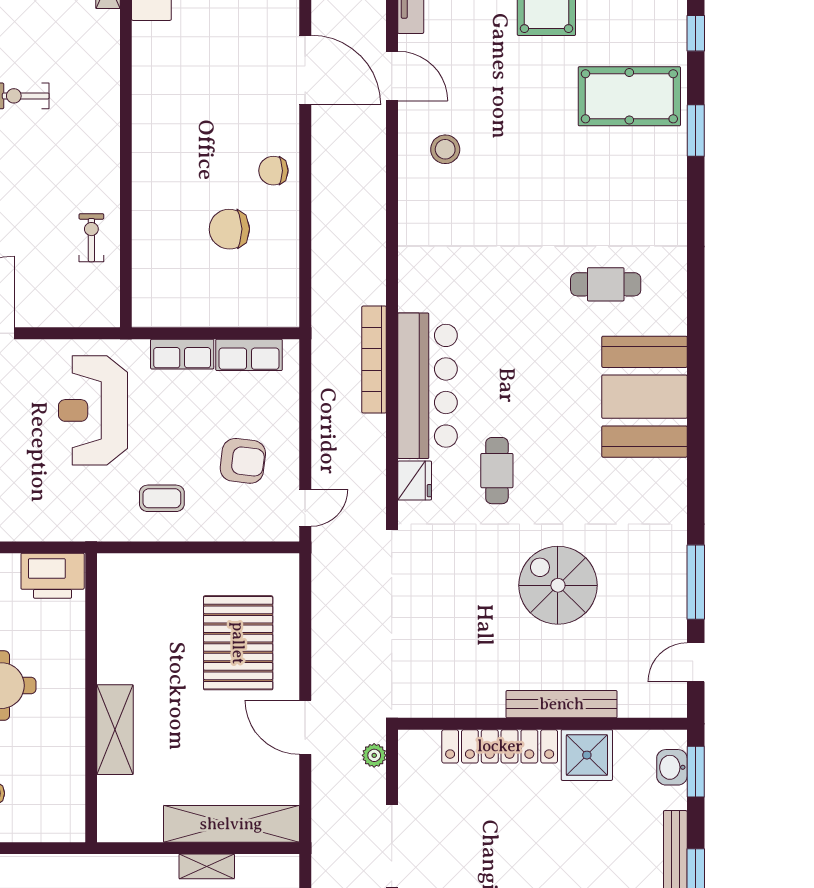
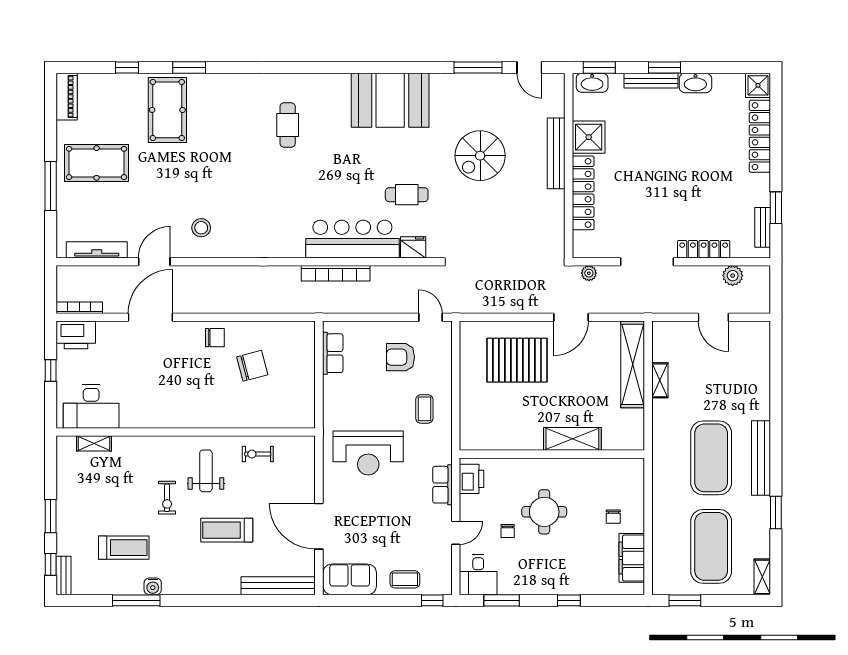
weight bench: (65, 157) -> (206, 471), added
chair: (273, 171) -> (215, 338), turned -90
chair: (229, 229) -> (252, 366), turned -104
row of seats: (182, 354) -> (442, 485), moved, turned 180
booth: (644, 397) -> (390, 100), moved
armchair: (243, 461) -> (400, 357), turned -97
printer: (53, 576) -> (472, 479), width x0.73, depth x0.84
washbasin: (672, 767) -> (592, 83), width x1.38

